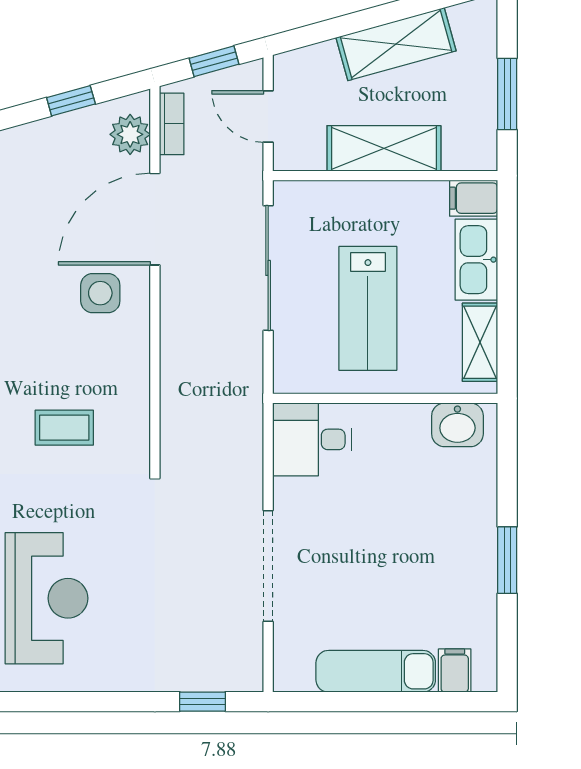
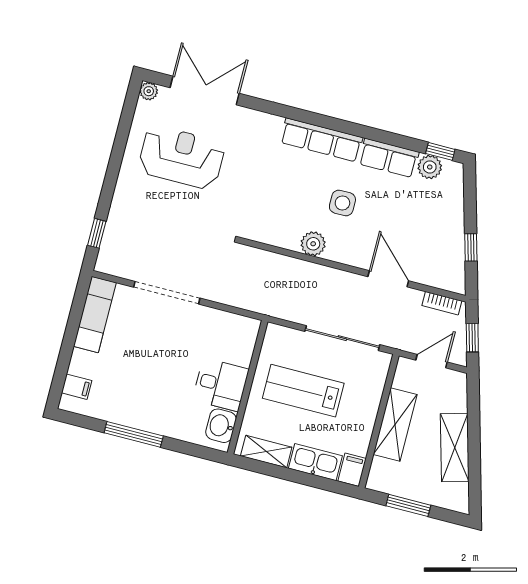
plant: (130, 134) -> (313, 244), moved
door: (155, 219) -> (388, 279), width x0.73
side table: (100, 293) -> (342, 203), moved
coffee table: (64, 428) -> (279, 194), removed
desk: (312, 439) -> (221, 385), moved, turned 90
window: (507, 560) -> (134, 434), width x1.44
reception desk: (46, 598) -> (181, 157), turned 180
exam couch: (376, 671) -> (95, 314), moved

